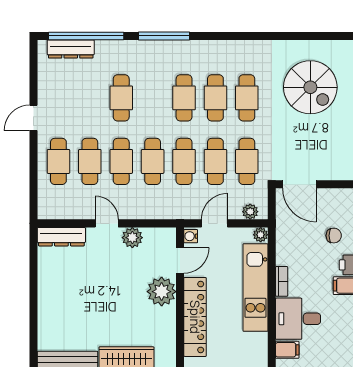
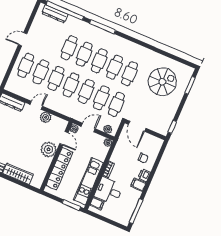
spiral stairs: (310, 87) -> (162, 82), turned -90
cafe table: (153, 98) -> (84, 54), added
door: (107, 223) -> (36, 105), hinge flipped
door: (180, 260) -> (64, 138), hinge flipped
kitchen unit: (255, 288) -> (88, 181), moved

